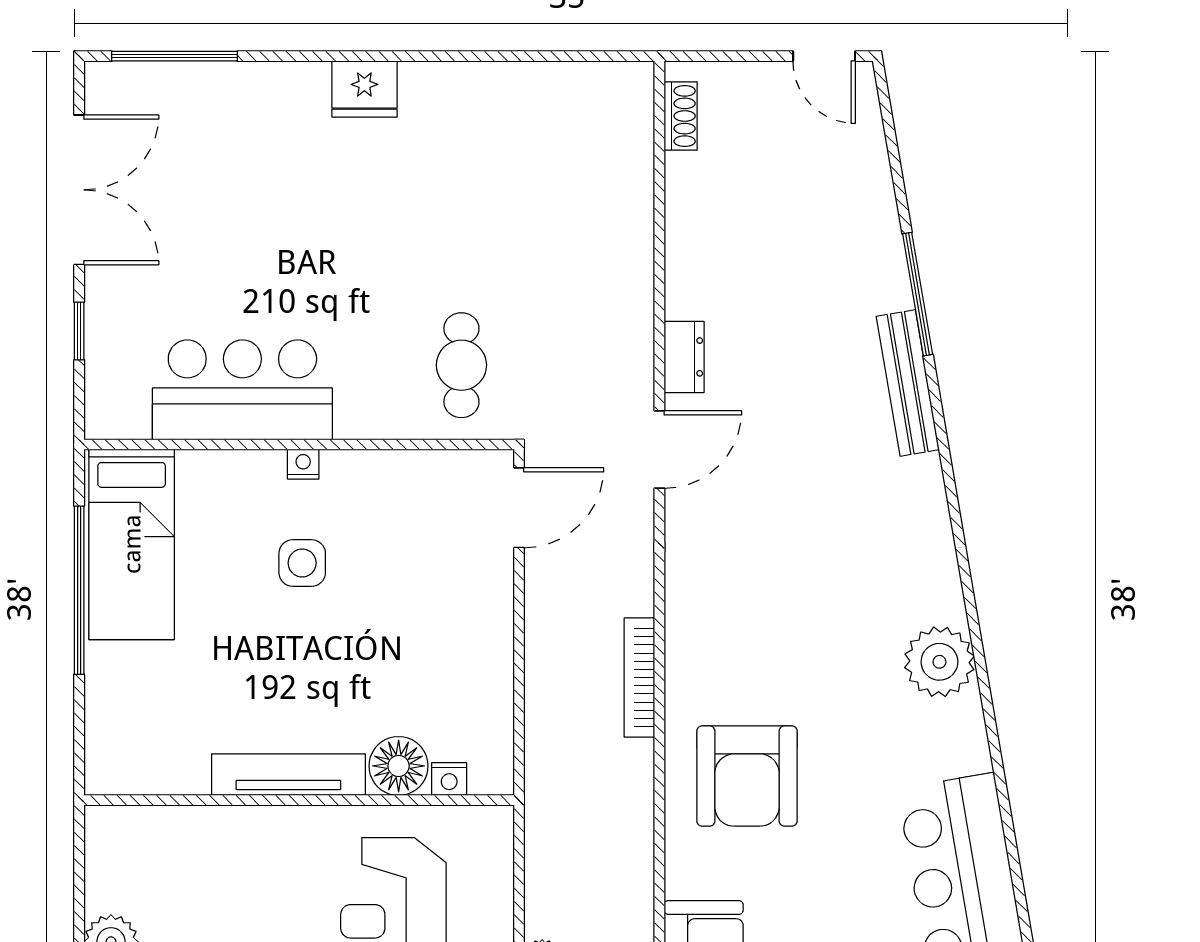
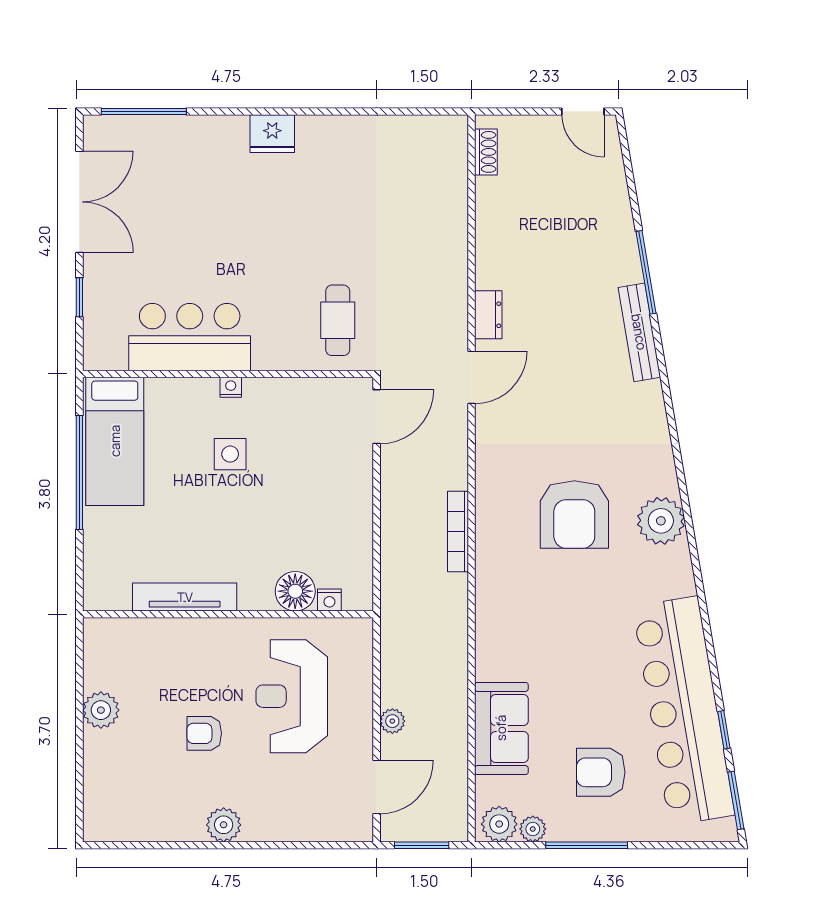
tv unit: (288, 775) -> (185, 597), moved
armchair: (747, 776) -> (574, 514), moved

